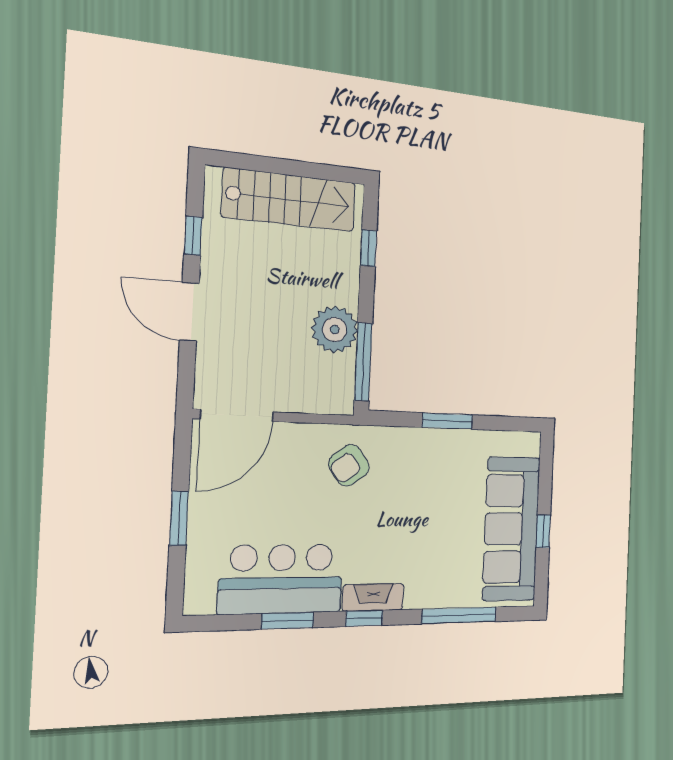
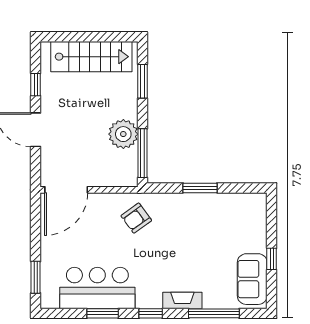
window: (369, 248) -> (143, 81), width x1.50
window: (179, 518) -> (36, 277), moved
sofa: (511, 529) -> (252, 279), width x0.54, depth x0.79
fireplace: (373, 597) -> (182, 300), moved

